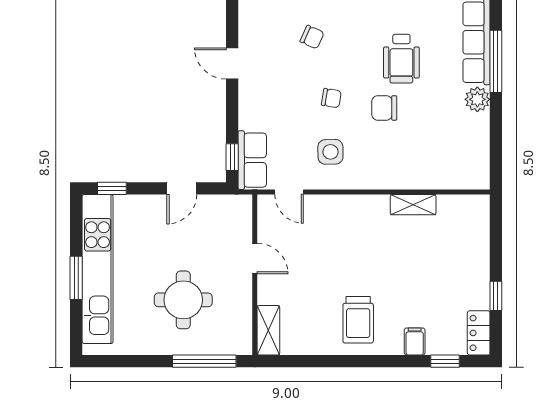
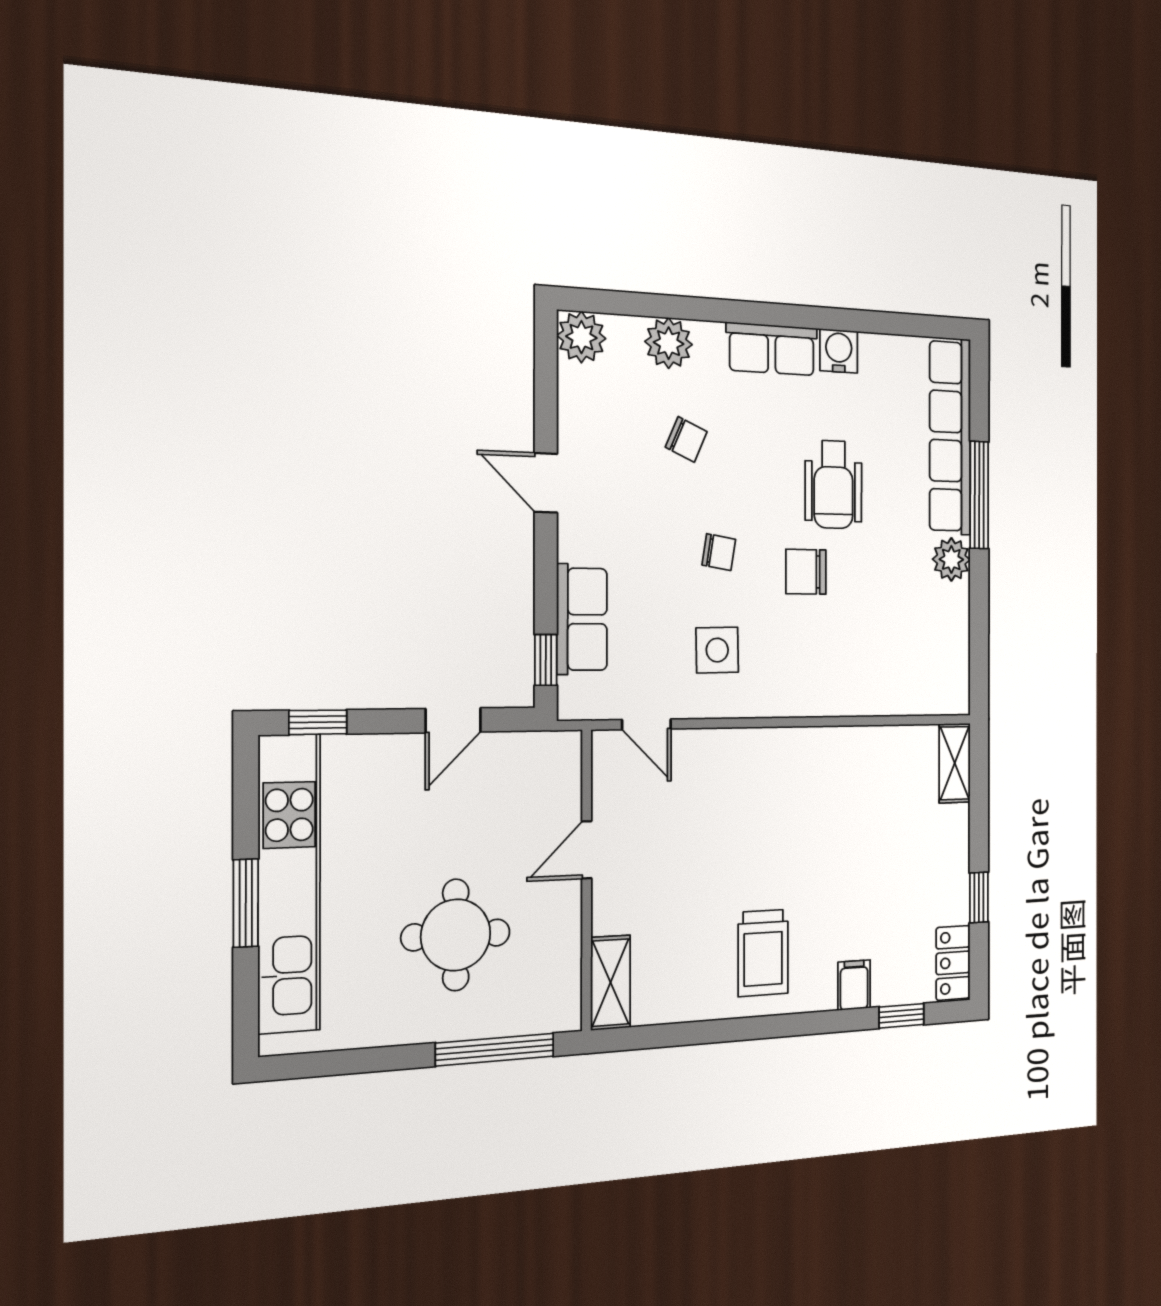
row of seats: (252, 160) -> (582, 619), moved
shelving: (413, 205) -> (955, 763), moved, turned 90
door: (255, 259) -> (587, 850), swing flipped

